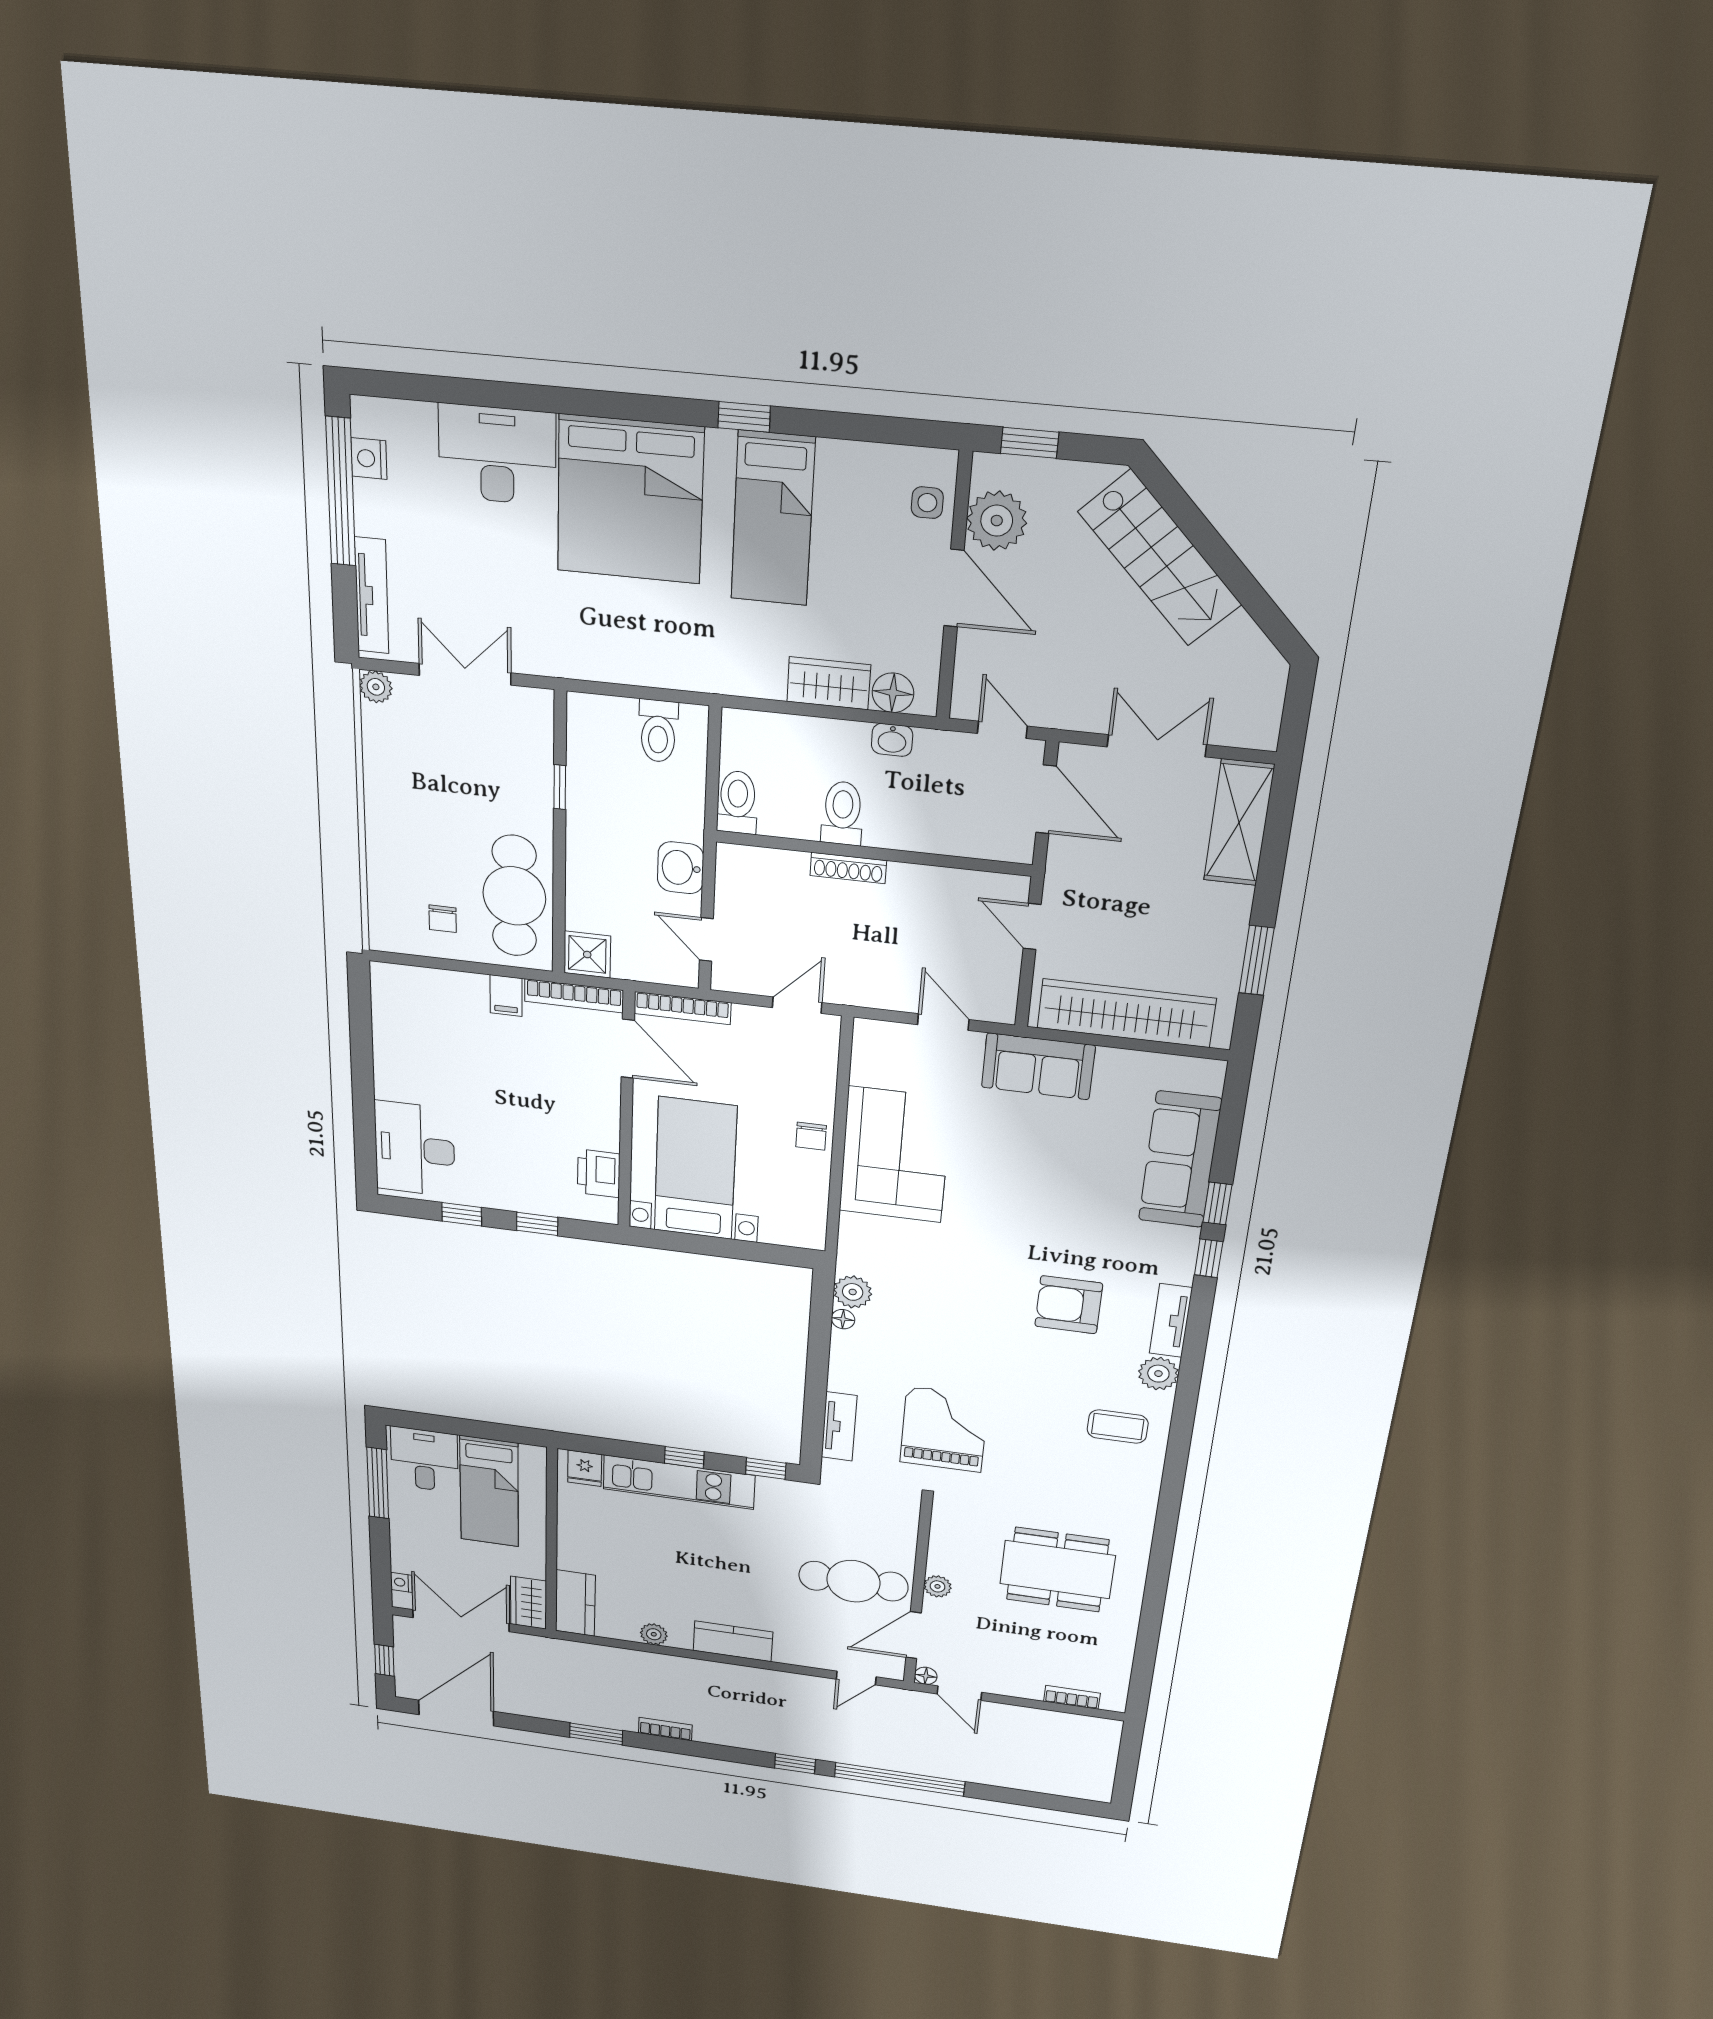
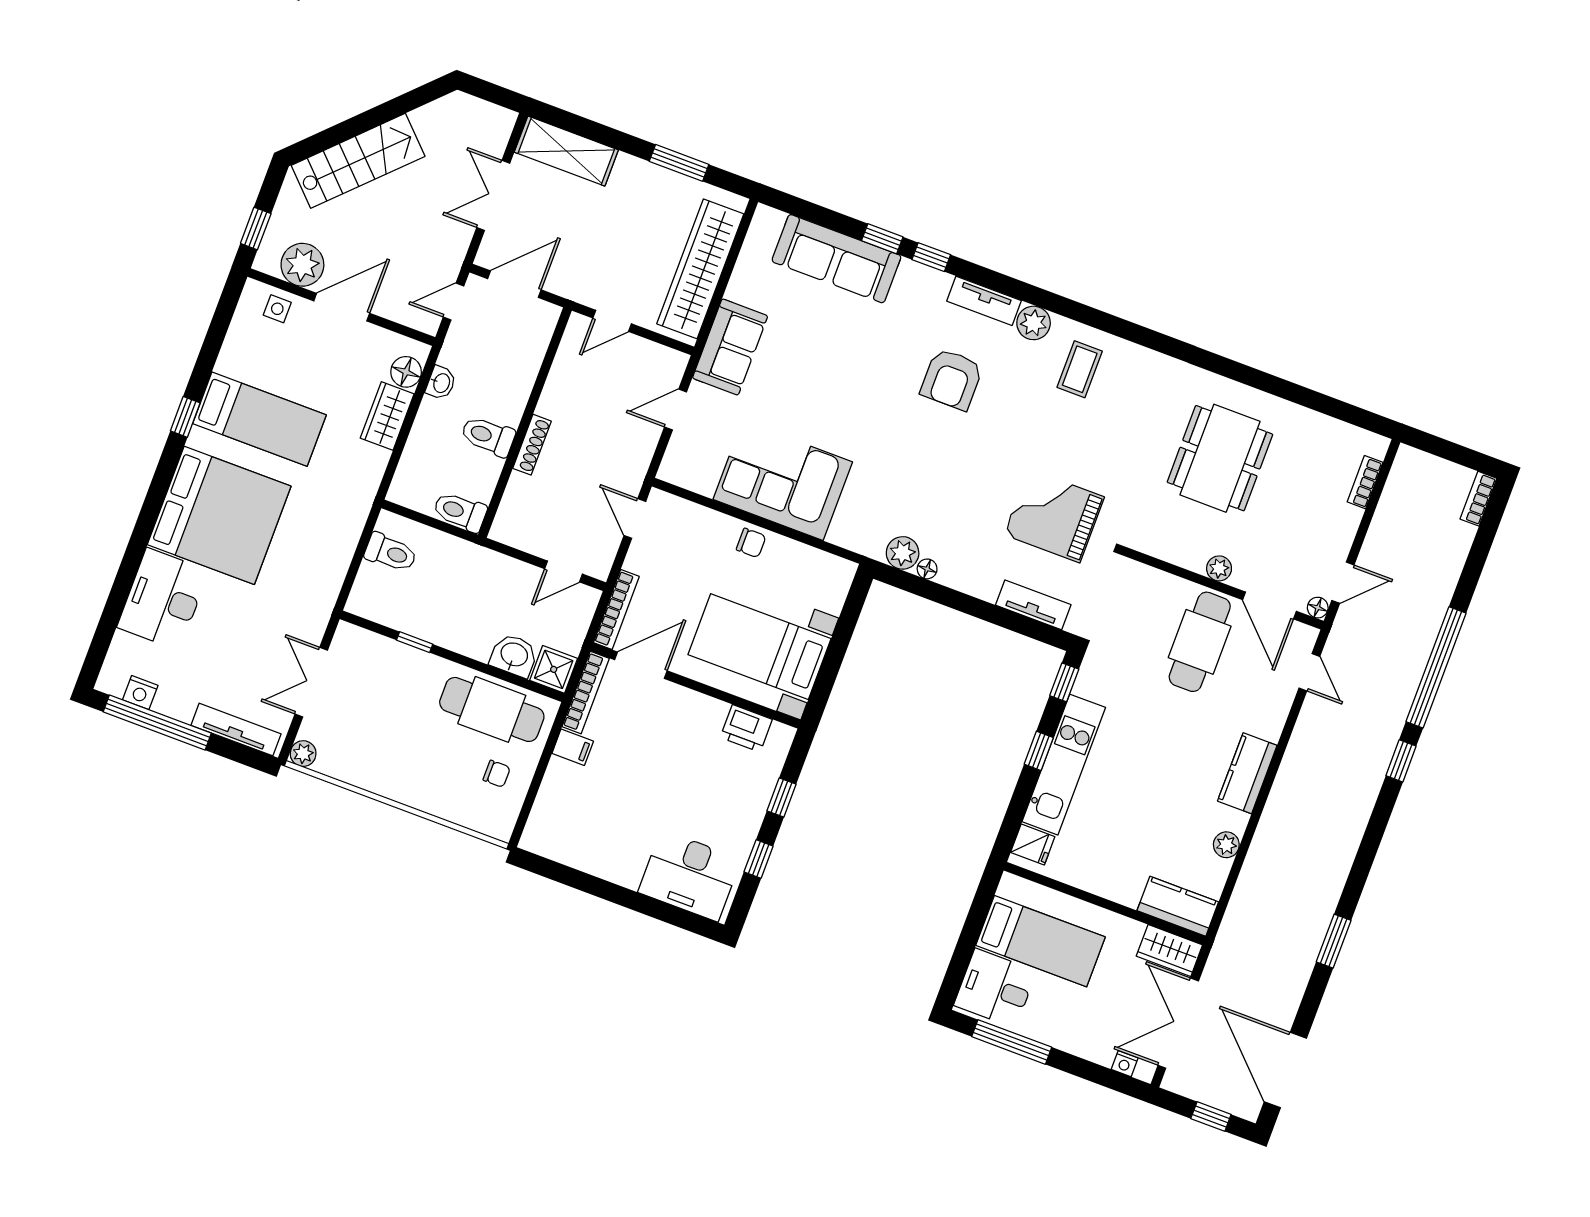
washbasin: (681, 868) -> (514, 655), moved, turned 180
bookcase: (665, 1729) -> (1478, 499), moved

